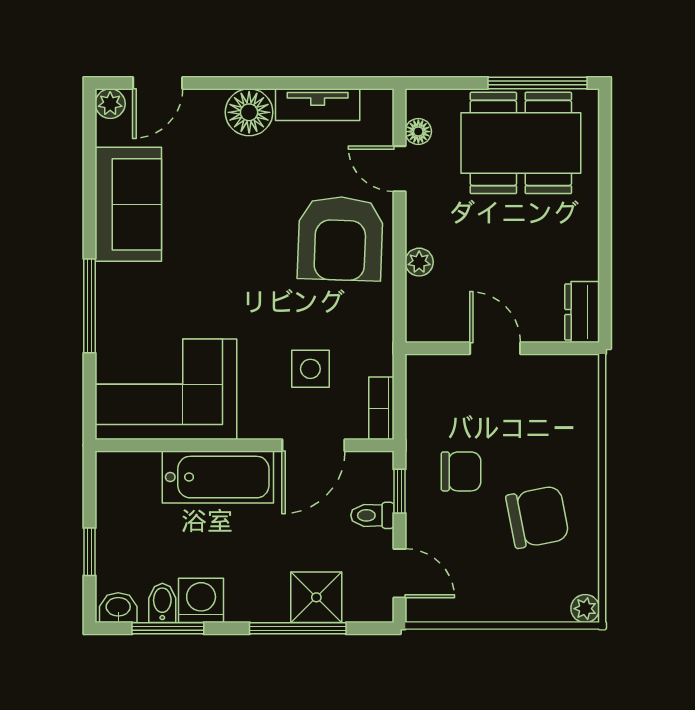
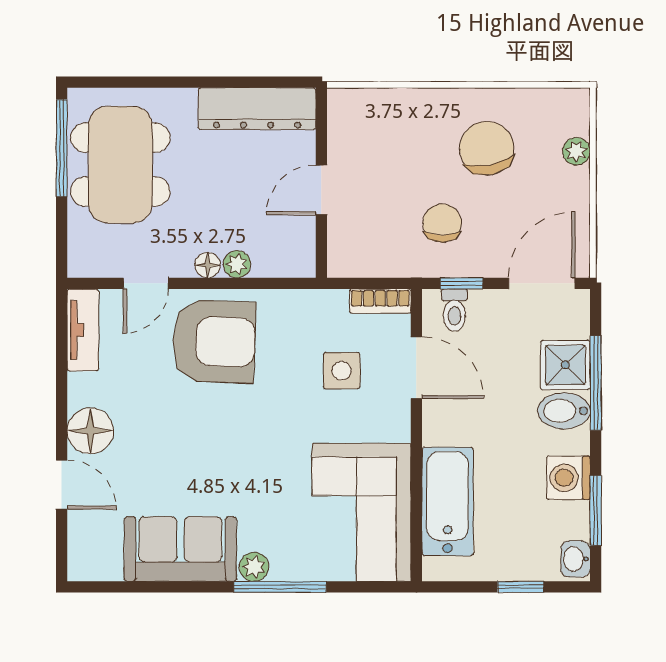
door: (158, 83) -> (62, 485), moved
plant: (110, 104) -> (254, 567), moved
tv unit: (318, 105) -> (83, 330), moved
floor lamp: (418, 132) -> (208, 265), moved
dresser: (582, 312) -> (257, 109), width x1.96, depth x1.24
bathtub: (218, 477) -> (448, 502), moved
toilet: (372, 515) -> (454, 310), moved
door: (400, 573) -> (542, 283), width x1.38
bidet: (162, 603) -> (564, 411), moved, width x1.38, depth x1.36
plant: (585, 609) -> (576, 151), moved

